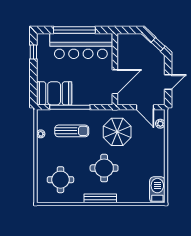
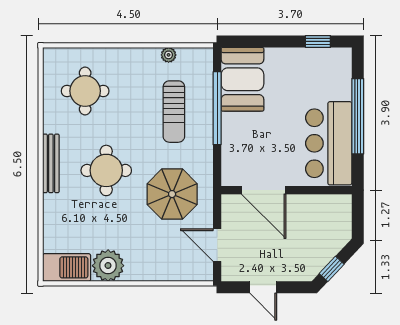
bar counter: (81, 46) -> (329, 143), width x0.73
door: (145, 107) -> (217, 245), hinge flipped
plant: (160, 124) -> (108, 266), moved, width x1.87, depth x1.87

